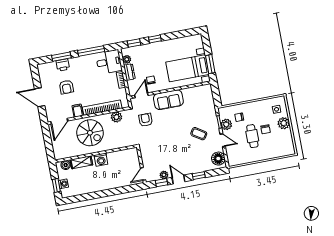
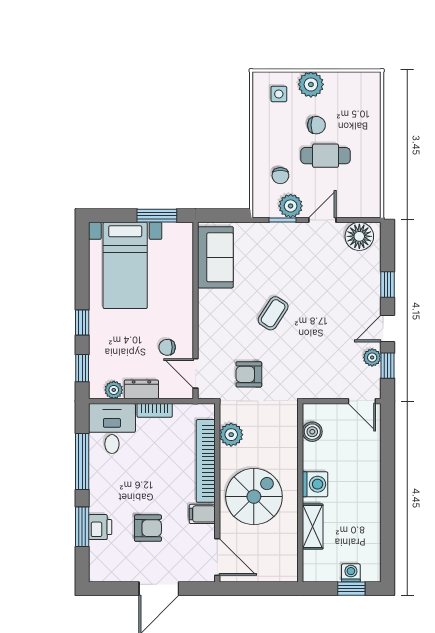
bed with nightstands: (187, 68) -> (125, 265), moved
sofa: (168, 100) -> (215, 257), moved
coffee table: (199, 134) -> (273, 313), moved
boiler: (66, 165) -> (312, 432), moved

